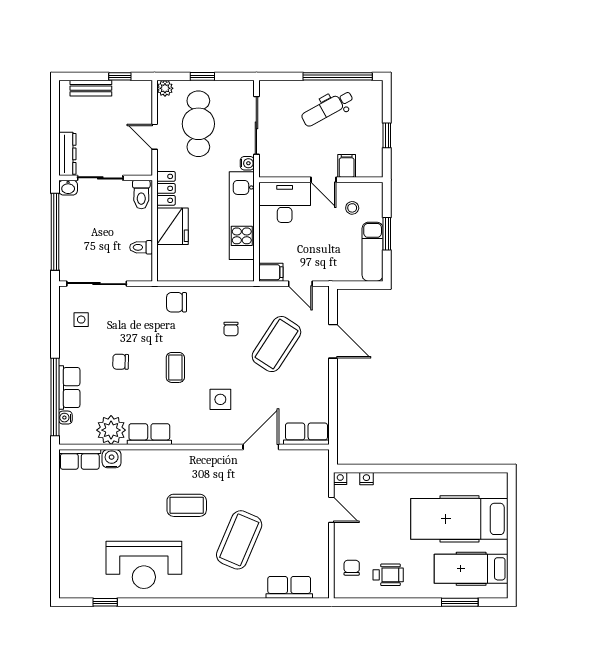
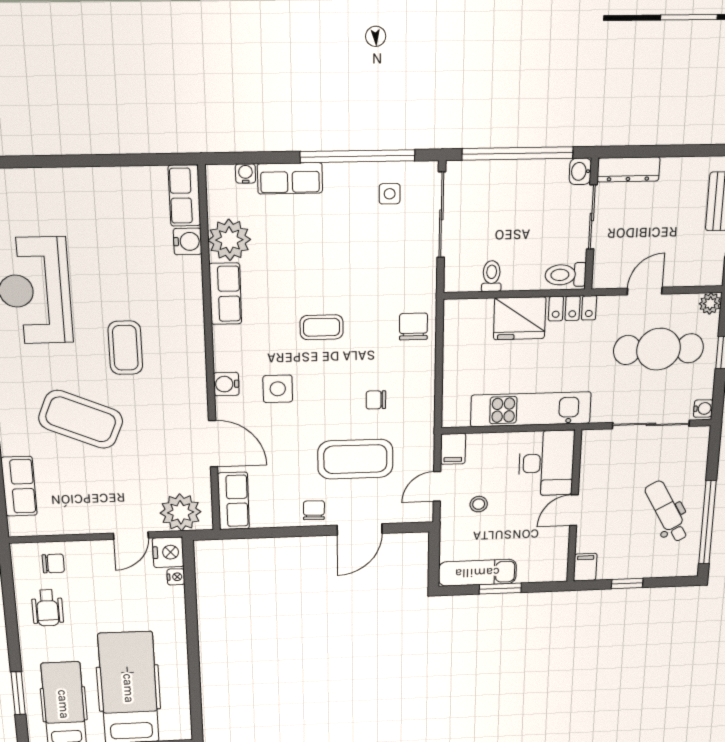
water cooler: (247, 163) -> (703, 408), moved, turned -90
filing cabinet: (347, 166) -> (585, 567), moved, turned -90
stool: (352, 208) -> (479, 504), moved
coffee table: (276, 344) -> (355, 459), turned -33
chair: (121, 362) -> (314, 510), moved
window: (55, 397) -> (358, 156), moved
water cooler: (216, 436) -> (226, 384), added
plant: (314, 473) -> (181, 512), added
nightstand: (340, 478) -> (168, 552), width x1.89, depth x1.79

